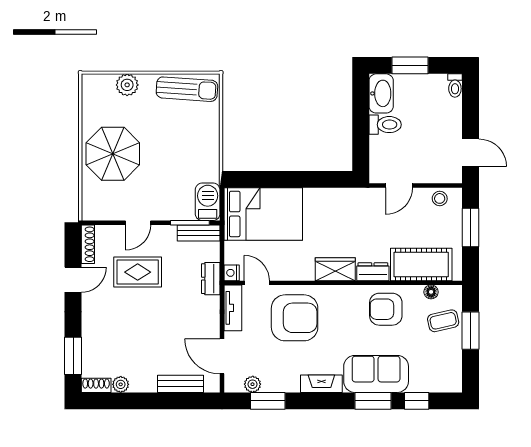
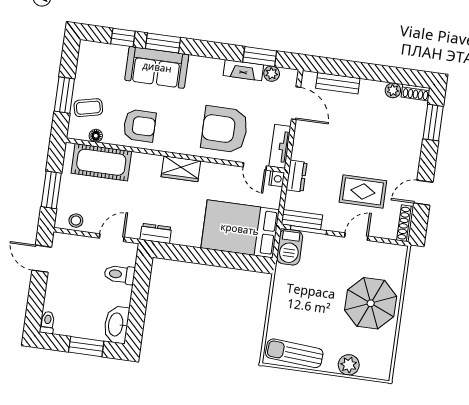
toilet: (385, 125) -> (120, 274), moved
dresser: (373, 272) -> (156, 233), moved, turned 180
fireplace: (321, 384) -> (243, 70), moved

